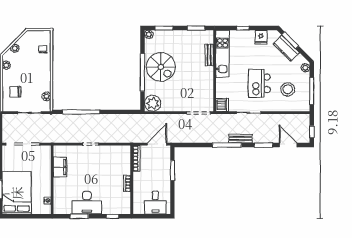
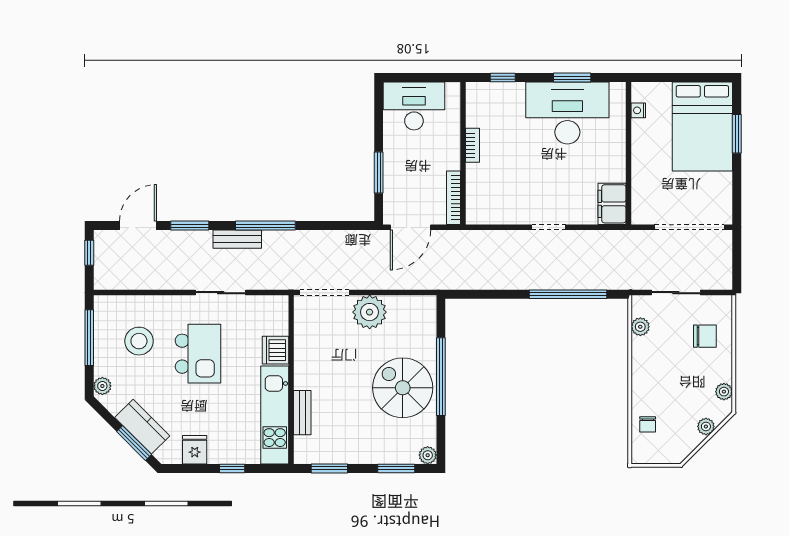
plant: (153, 103) -> (370, 312), moved
dishwasher: (222, 105) -> (275, 350), moved
door: (288, 145) -> (138, 226), swing flipped
filing cabinet: (60, 167) -> (612, 204), moved
desk: (87, 203) -> (567, 113), width x1.36, depth x1.30
desk: (155, 203) -> (414, 106), width x1.37

